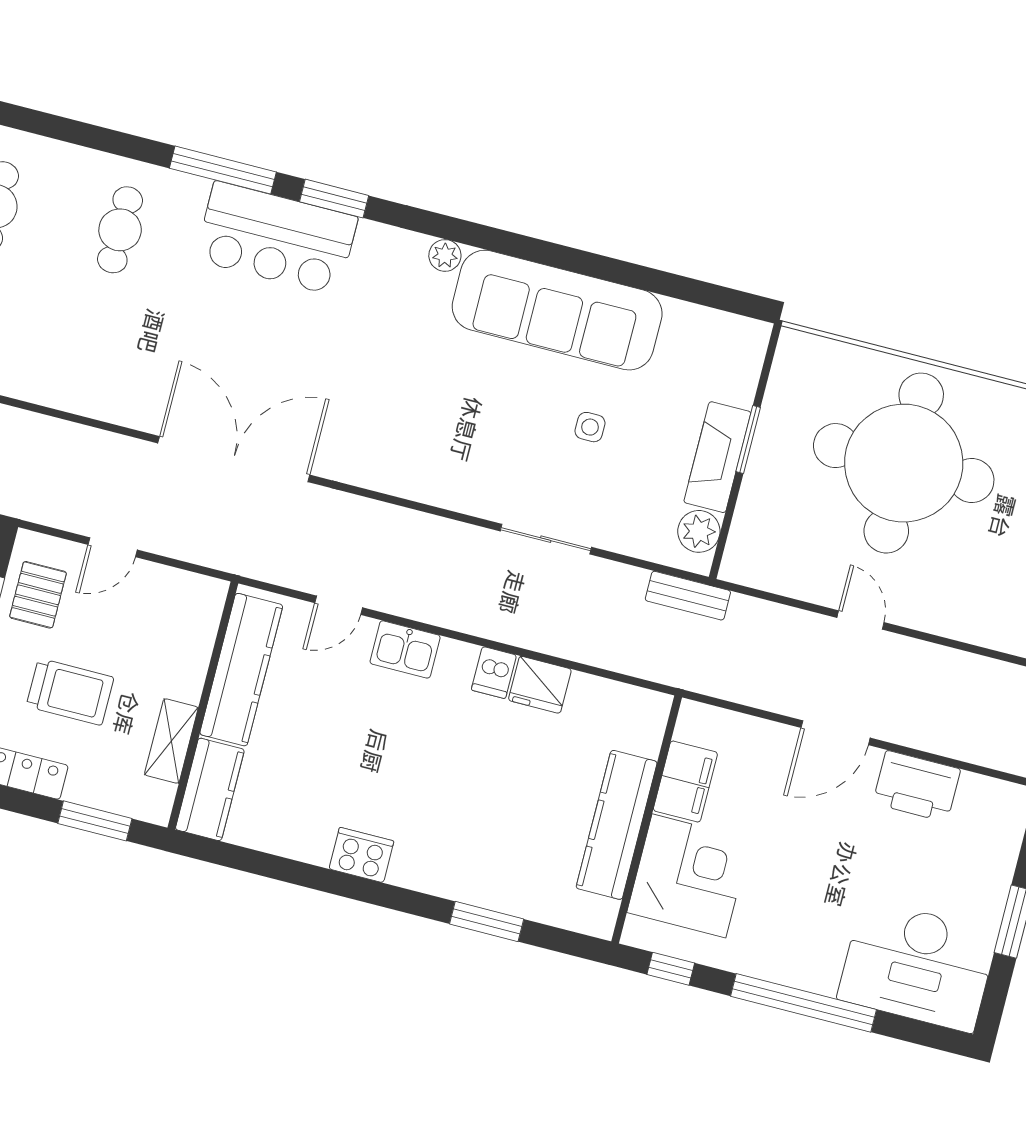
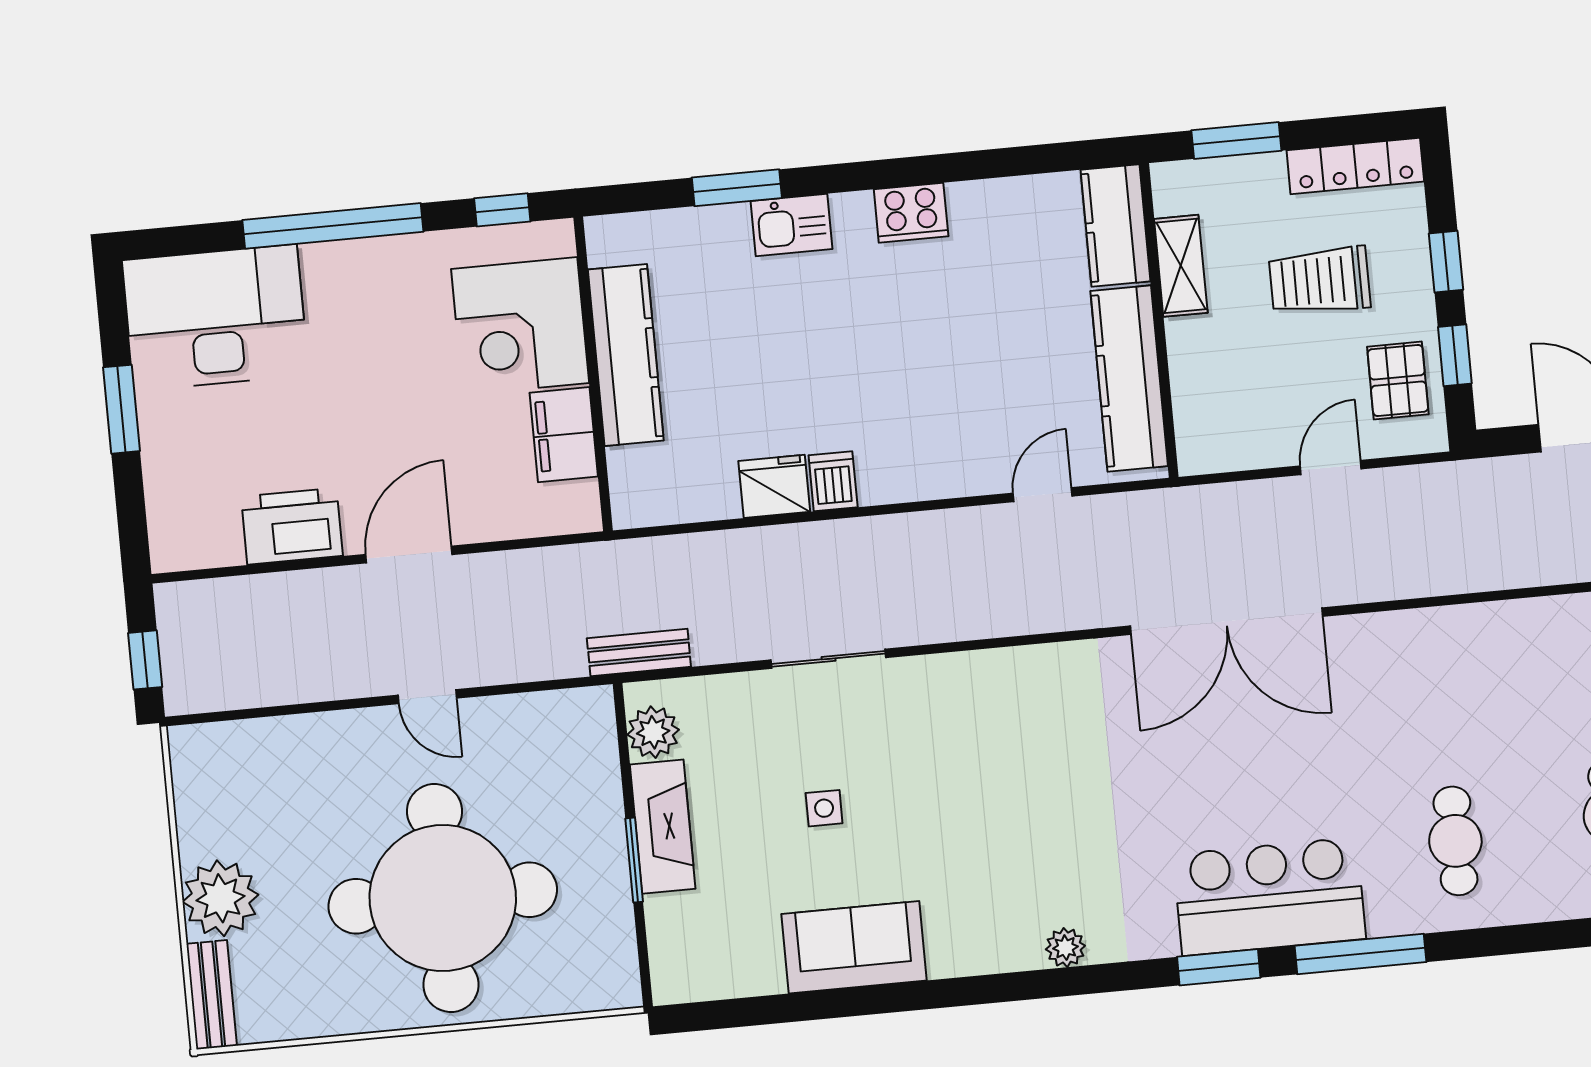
sofa: (557, 310) -> (854, 947), width x0.54, depth x0.79
kitchen sink: (405, 649) -> (791, 225), moved, turned 180

